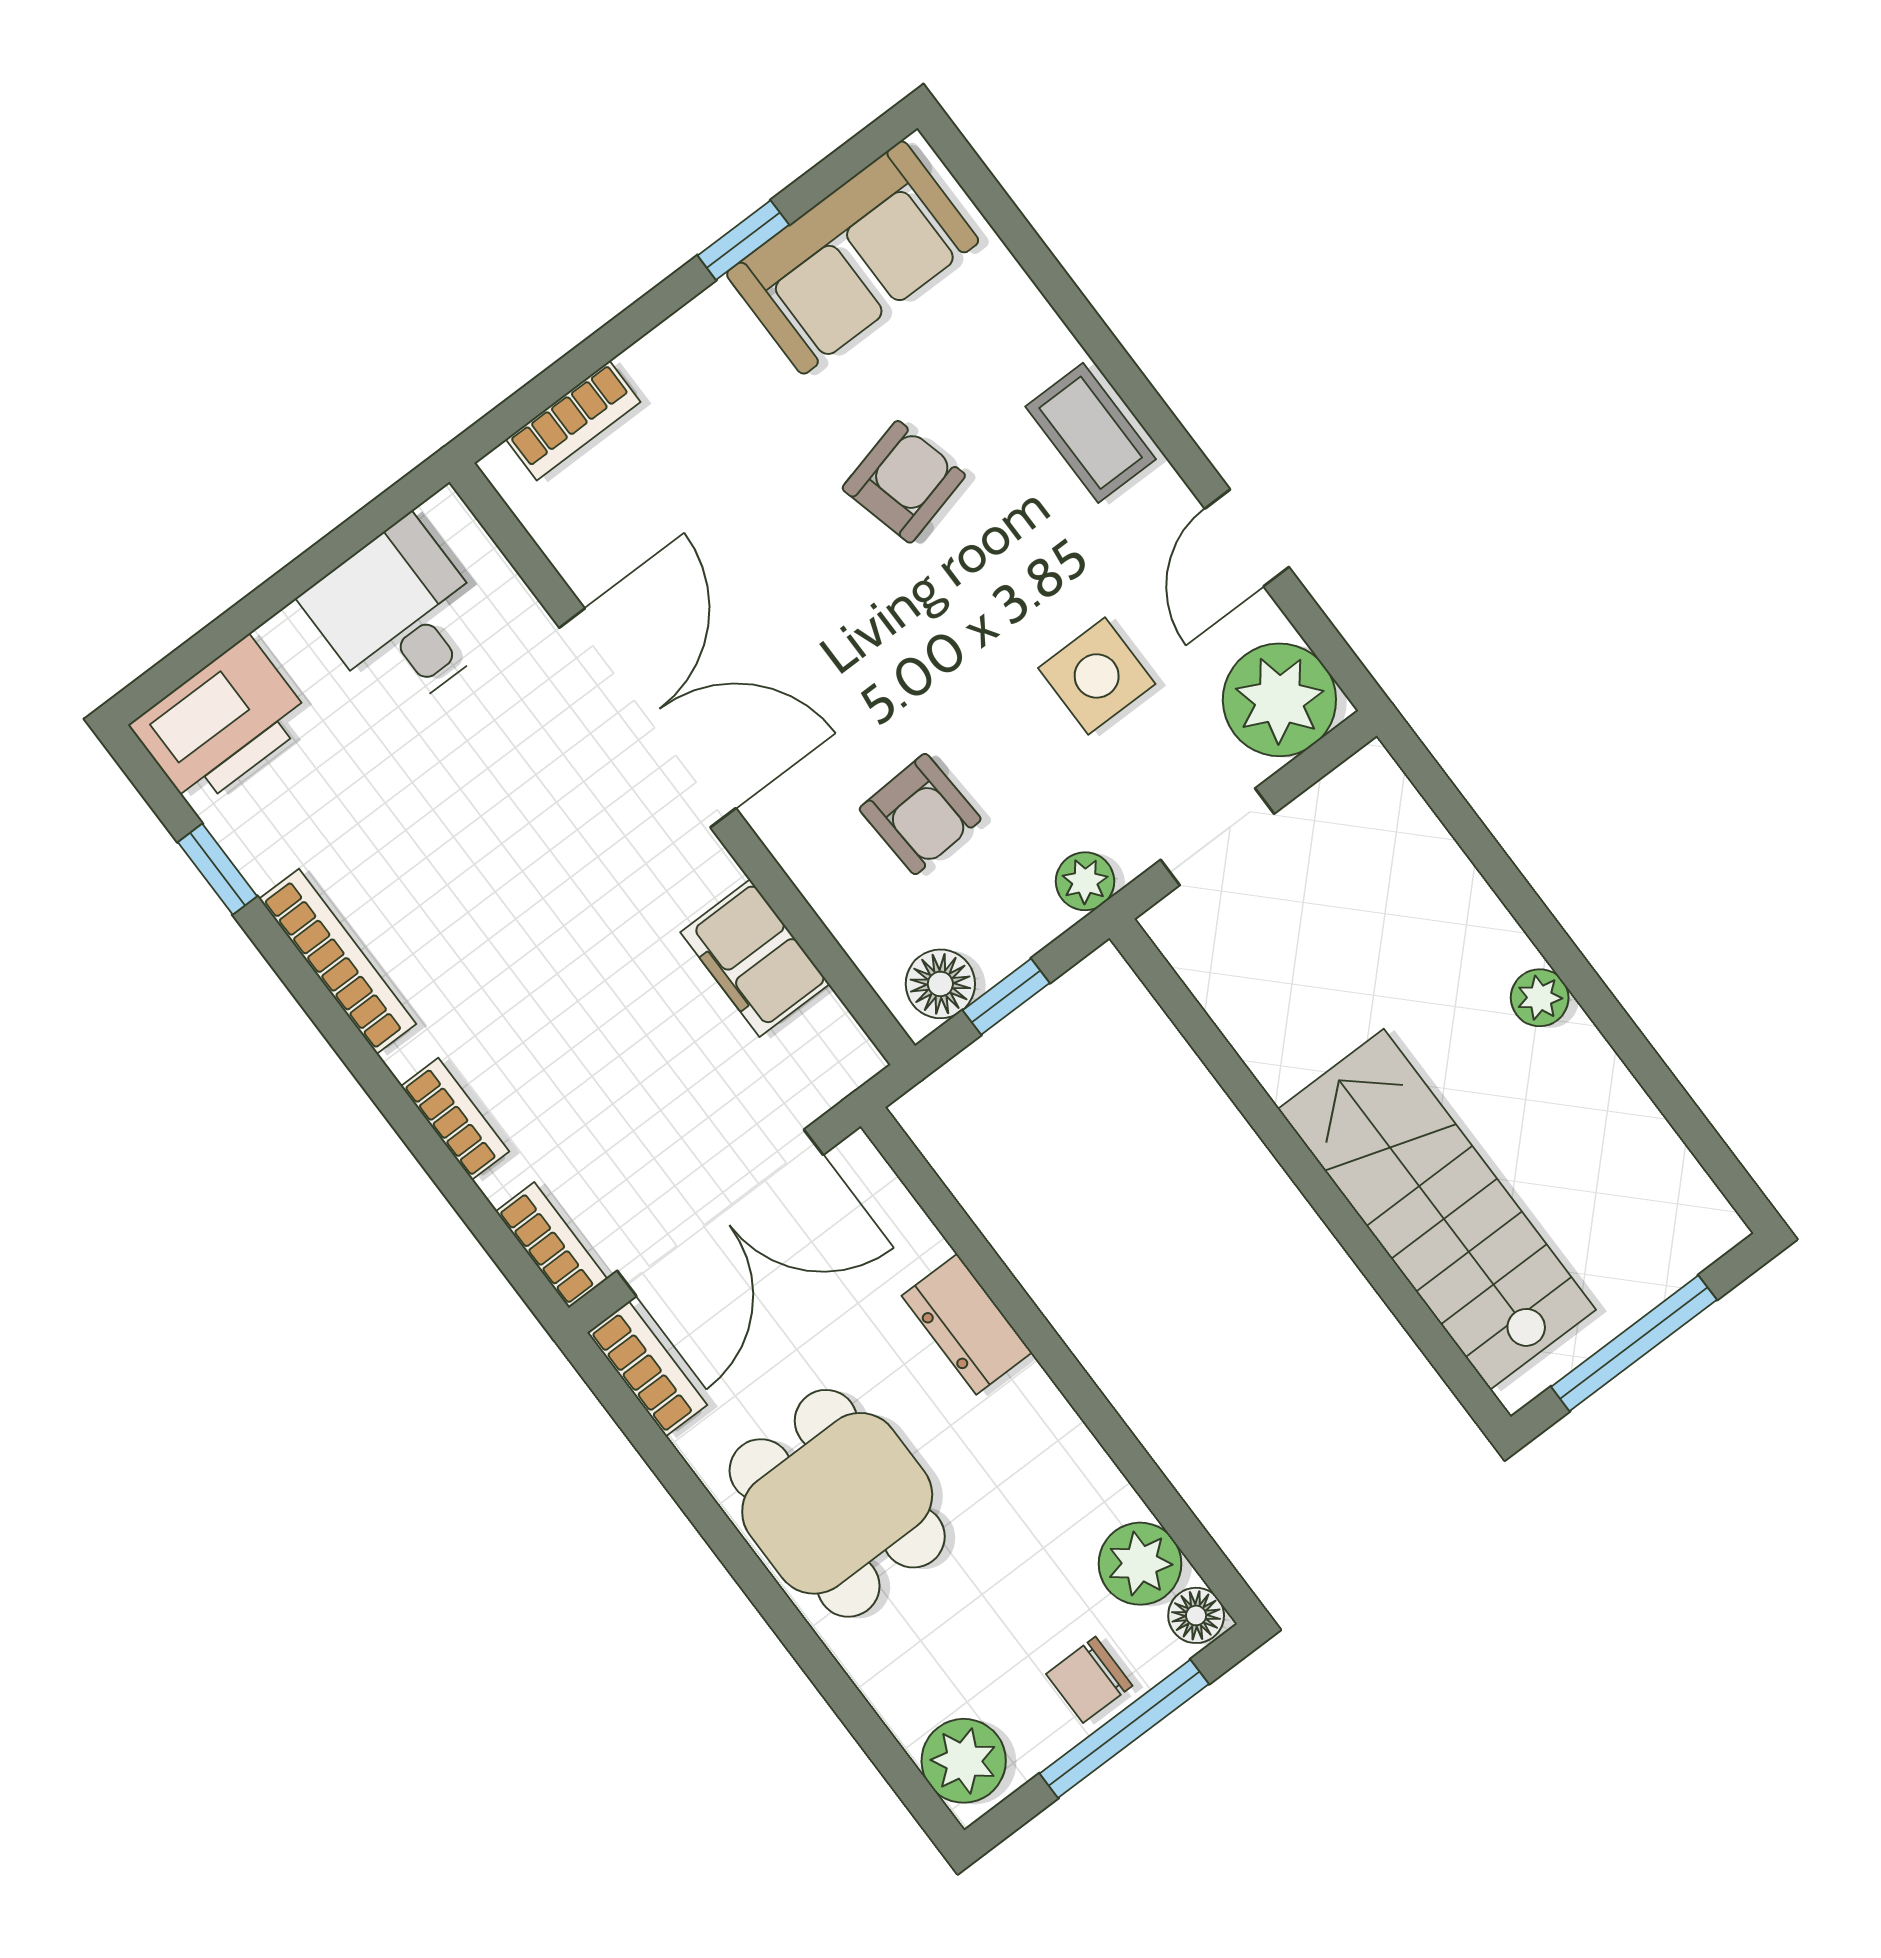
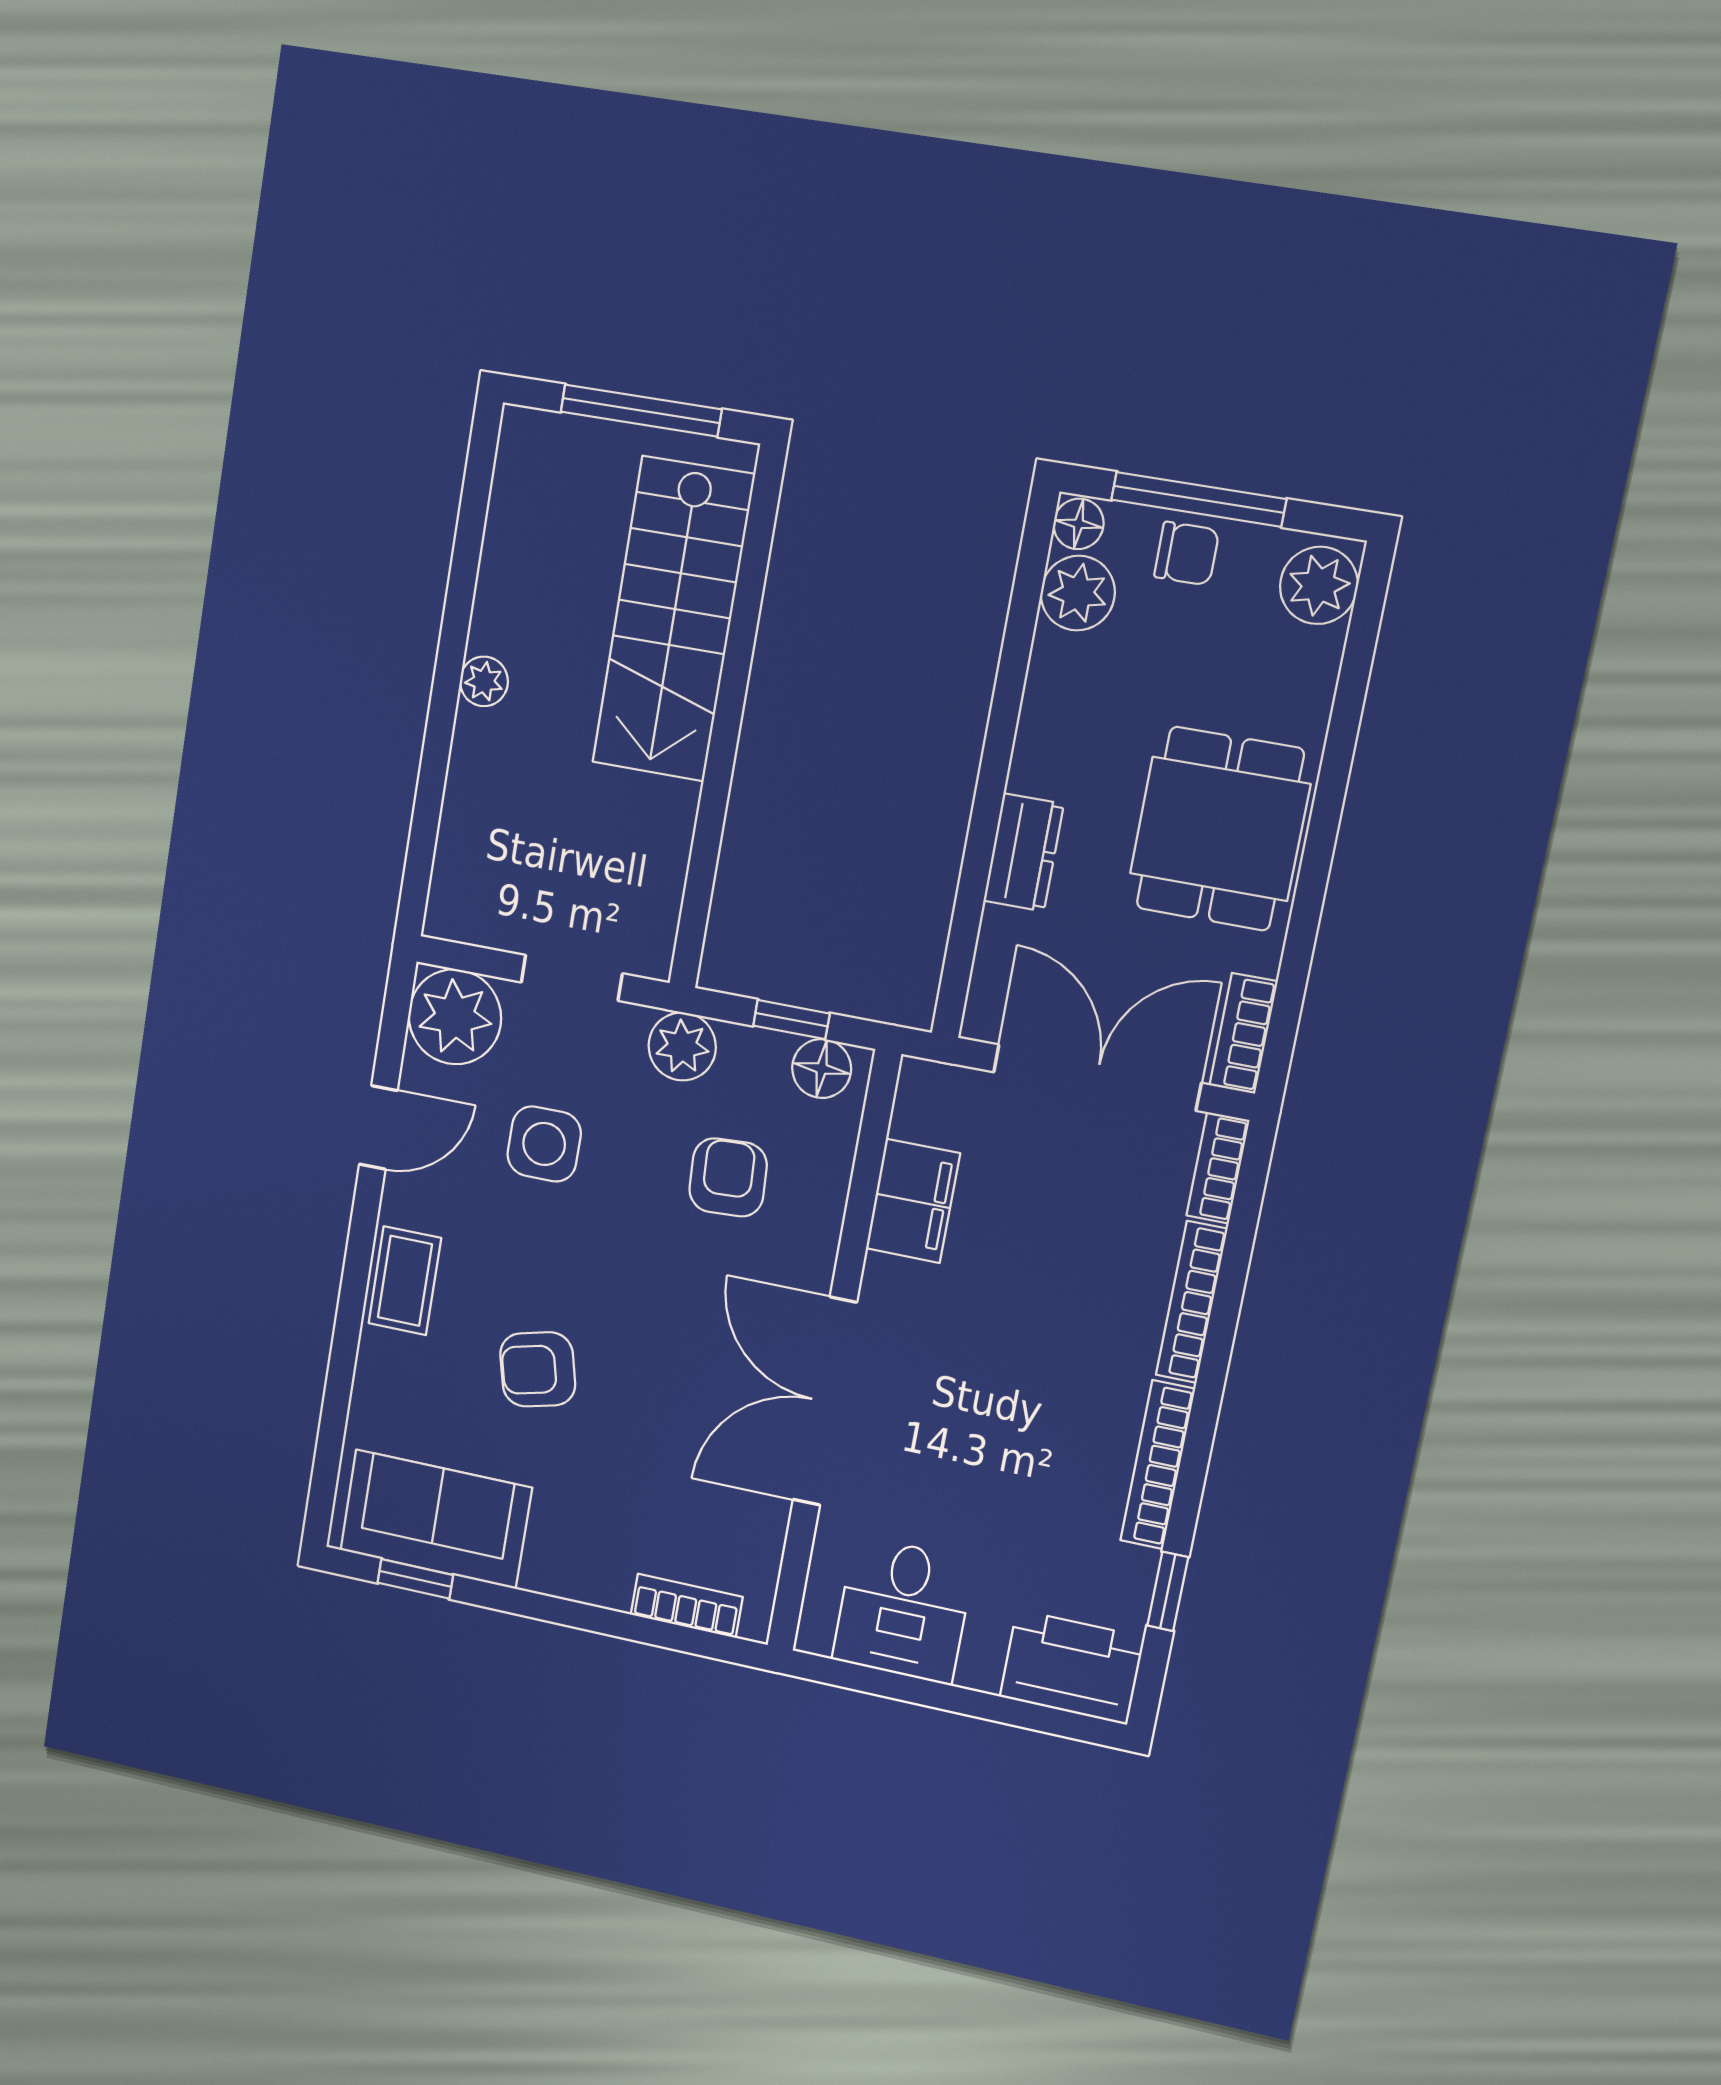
window: (743, 240) -> (415, 1579), moved
plant: (1085, 881) -> (682, 1047), width x1.38, depth x1.38
bookcase: (455, 1119) -> (1192, 1302), width x1.56

